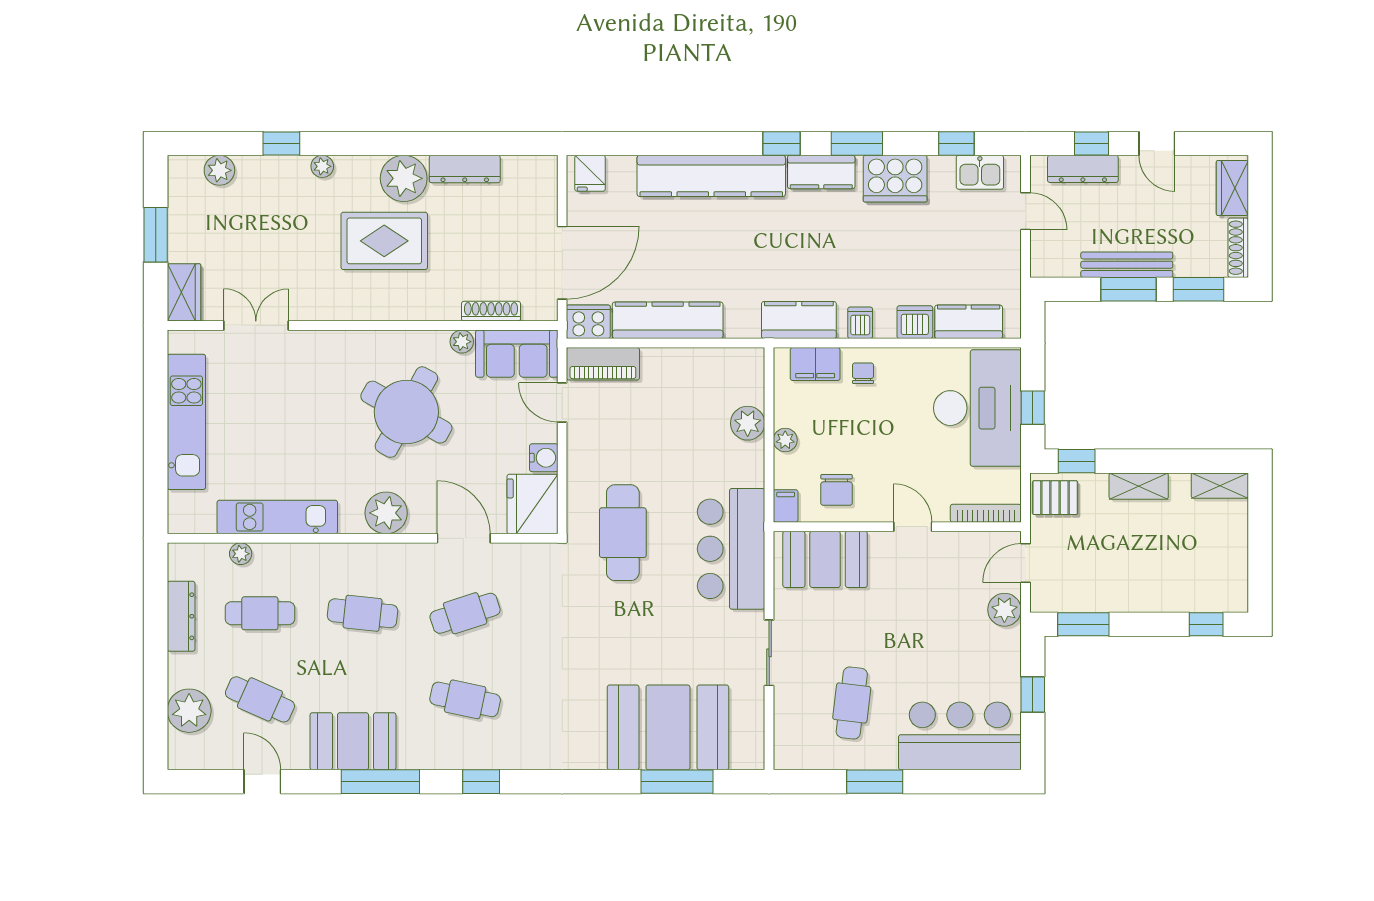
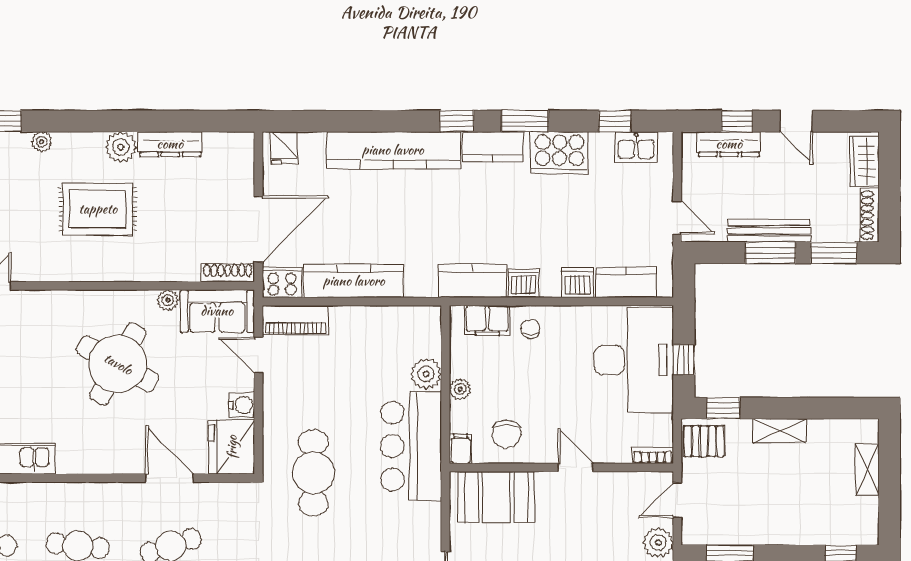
plant: (404, 178) -> (121, 147), width x0.73, depth x0.73
door: (1025, 211) -> (677, 218), moved
shoe rack: (491, 311) -> (228, 273), moved
dishwasher: (860, 323) -> (524, 283), width x1.38
shelving: (1220, 486) -> (867, 470), moved, turned 90
plant: (386, 513) -> (99, 455), removed
bookcase: (986, 513) -> (653, 455), width x0.64
bar counter: (731, 549) -> (411, 446), moved

